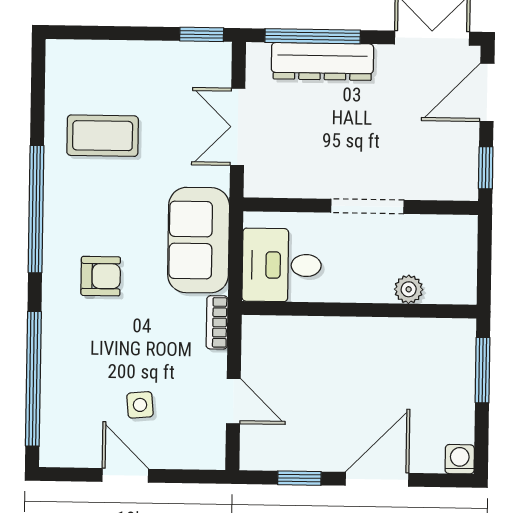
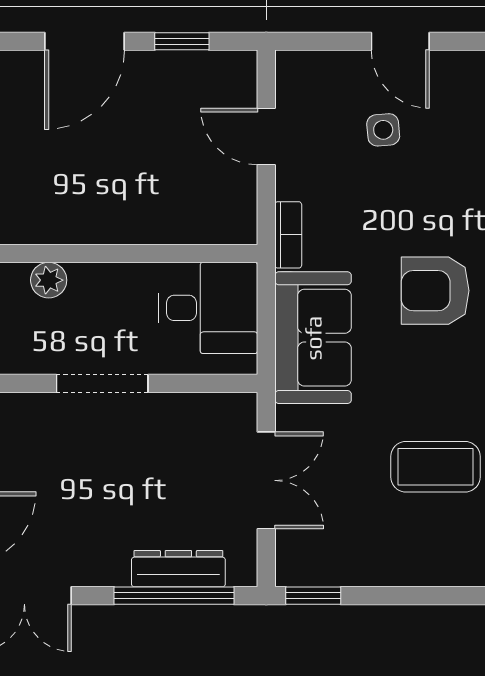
dresser: (322, 61) -> (178, 569), width x0.73, depth x0.80
armchair: (101, 276) -> (435, 291), width x1.38, depth x1.38

